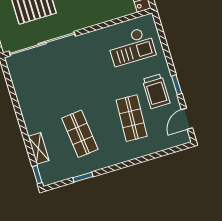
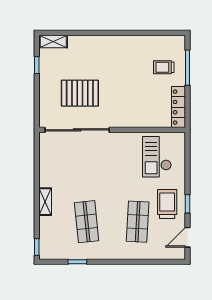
checkout: (131, 47) -> (157, 157), turned 90
trolley: (156, 91) -> (167, 204), turned 180
shelving: (39, 148) -> (45, 202), moved

